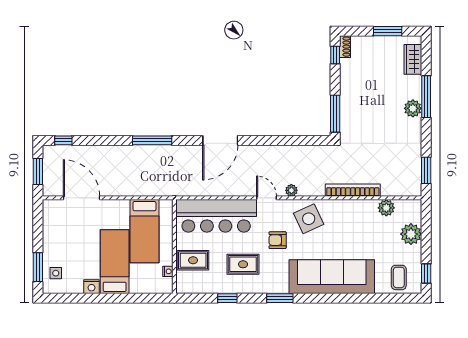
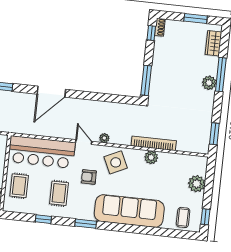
plant: (386, 208) -> (151, 157), moved
rug: (193, 260) -> (19, 186), turned 90
rug: (243, 264) -> (59, 193), turned 90

